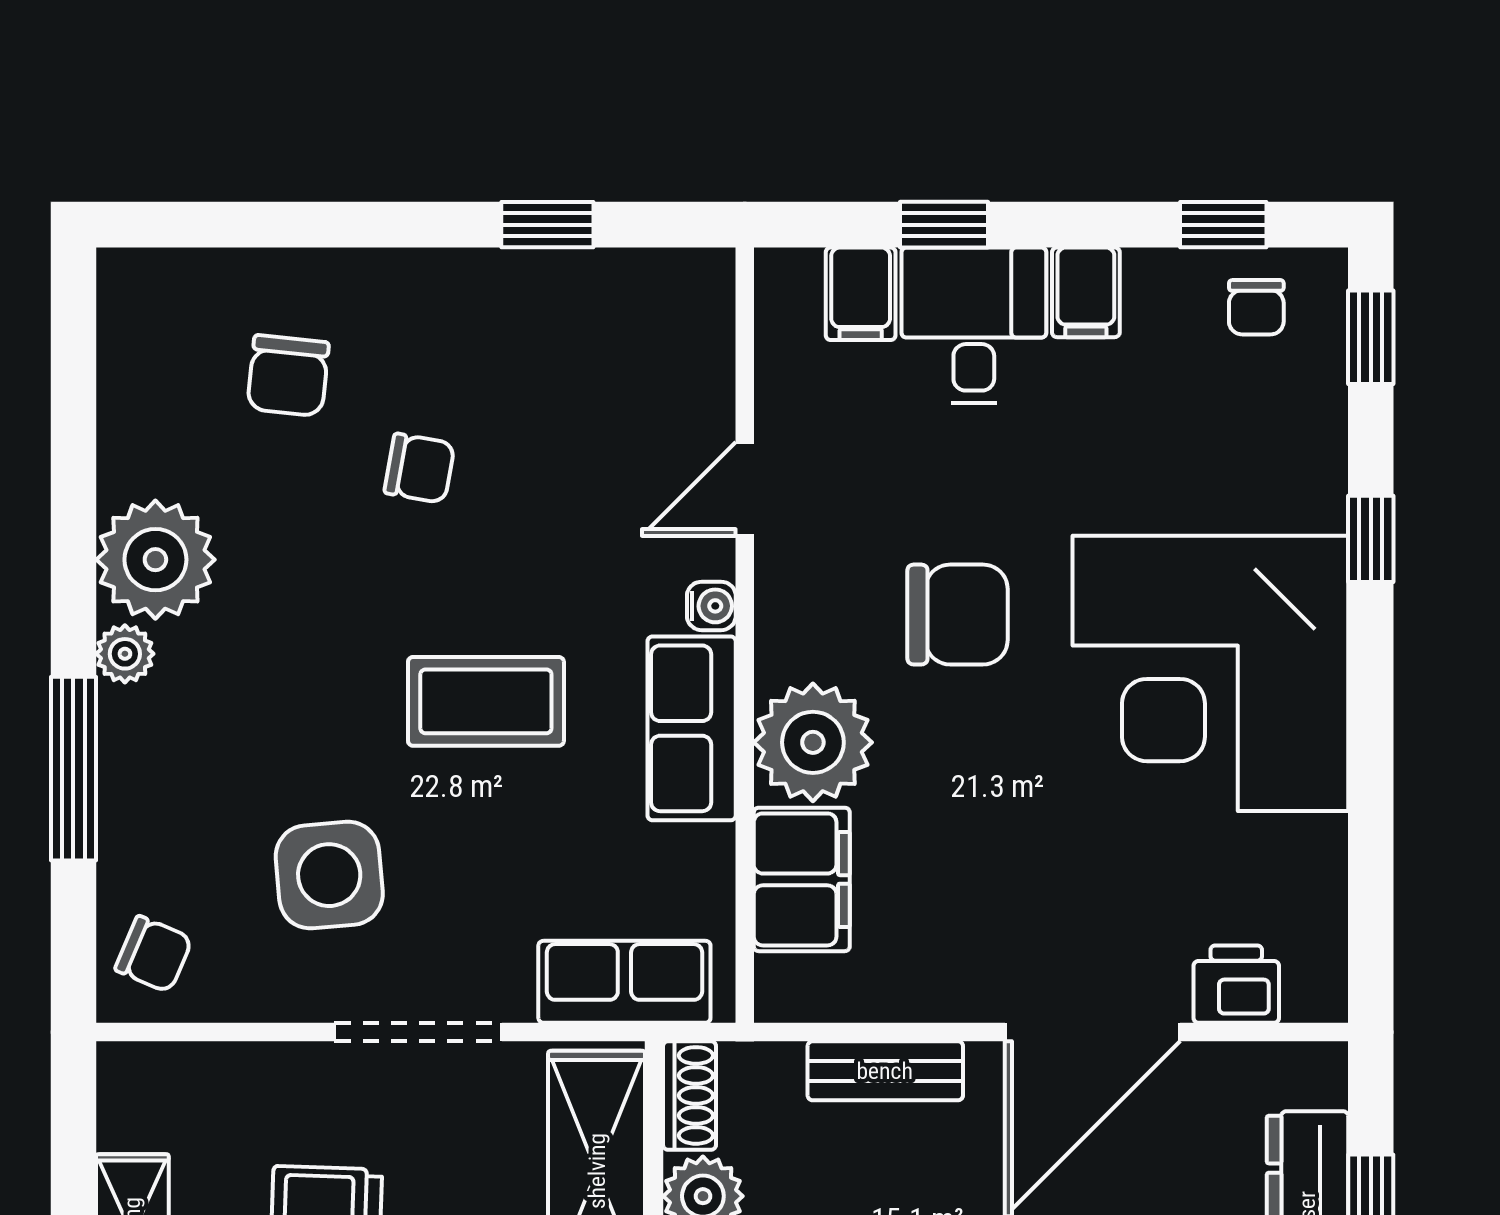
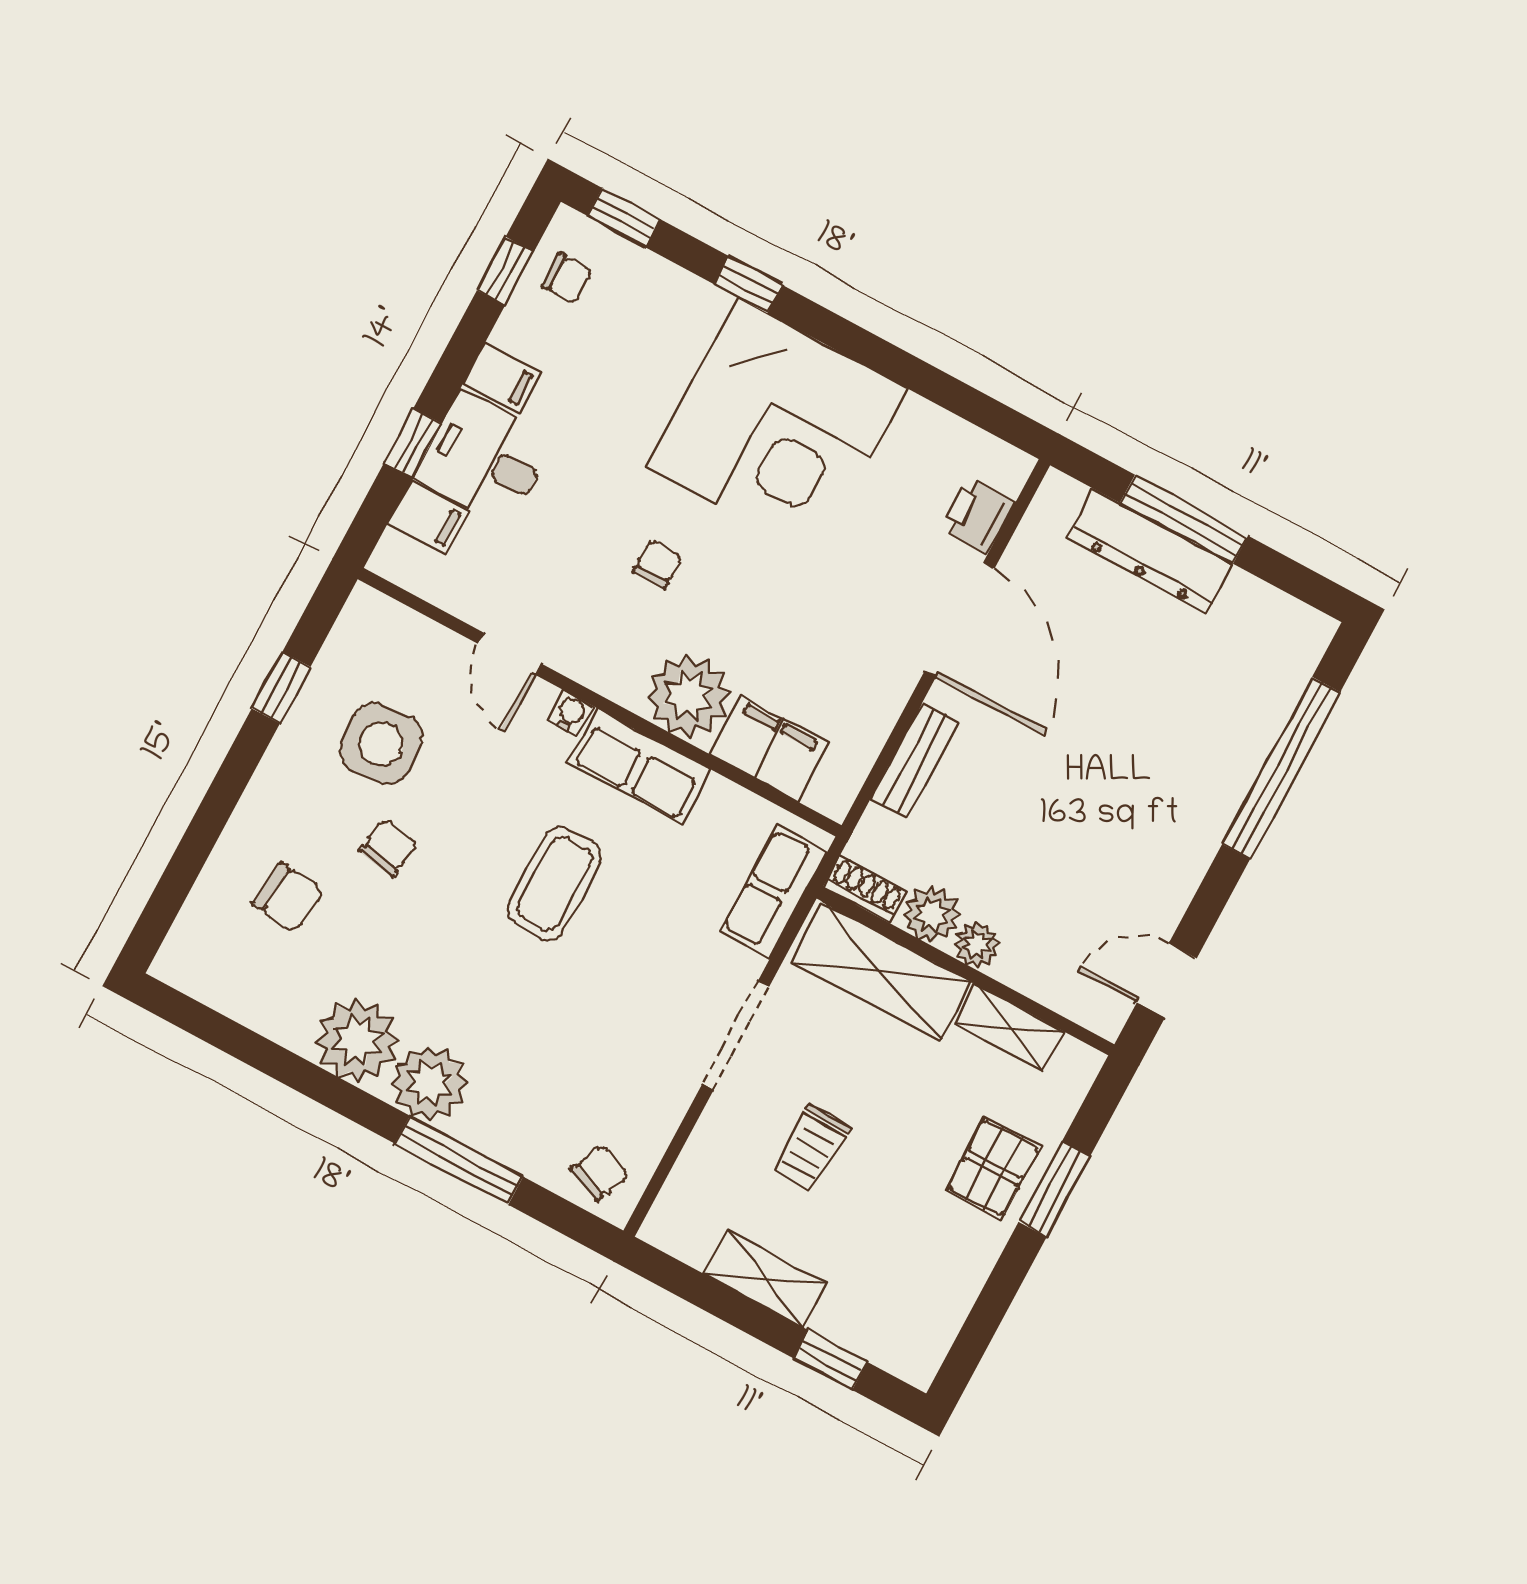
chair: (958, 615) -> (657, 564), width x0.54, depth x0.54
plant: (125, 654) -> (429, 1083), width x1.87, depth x1.87
side table: (329, 875) -> (381, 744), moved

